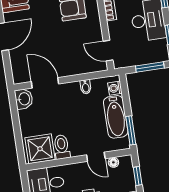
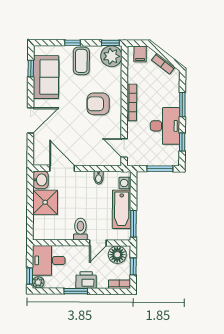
toilet: (62, 147) -> (80, 229), moved
shower: (40, 149) -> (45, 202), moved
door: (96, 157) -> (98, 243), hinge flipped
floor lamp: (113, 162) -> (117, 255), width x1.89, depth x1.89

